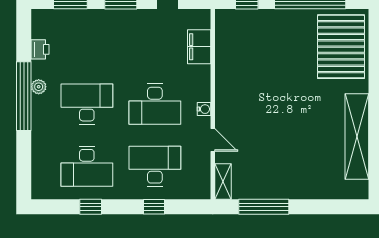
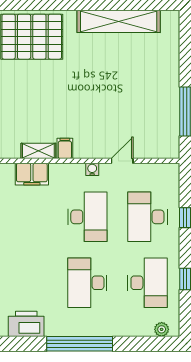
printer: (40, 49) -> (26, 324), width x1.87, depth x1.48
filing cabinet: (226, 81) -> (65, 148), added
plant: (39, 87) -> (162, 329), moved
shelving: (223, 181) -> (38, 151), moved

